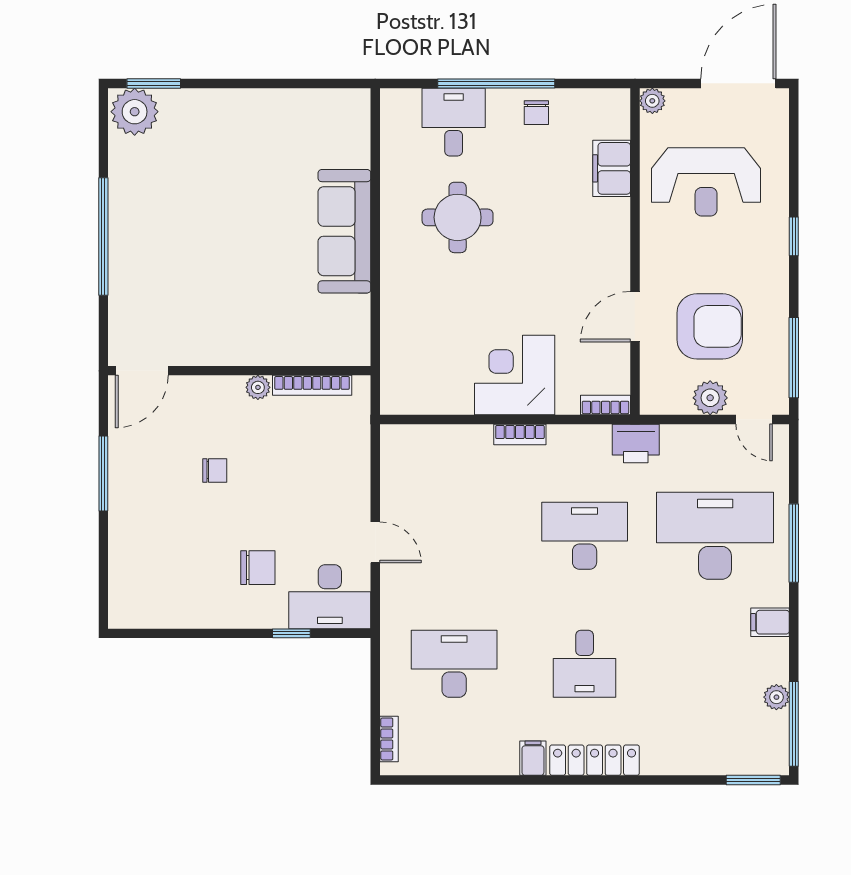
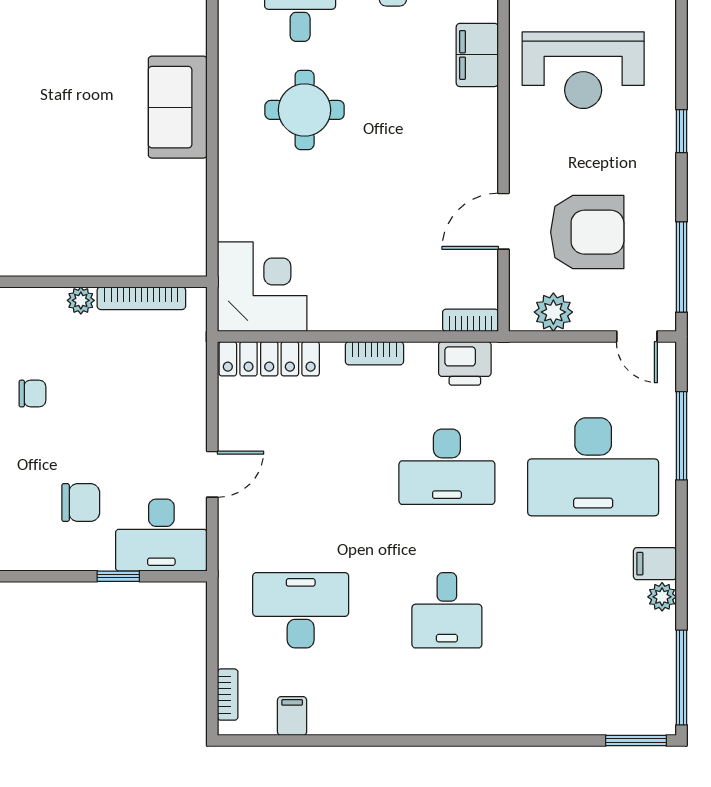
sofa: (344, 231) -> (178, 107), width x0.73
corner desk: (515, 375) -> (262, 287), moved, turned 90
plant: (710, 398) -> (553, 312), moved
printer: (636, 444) -> (465, 363), moved
desk: (585, 536) -> (447, 467), turned 180
desk: (715, 536) -> (593, 467), turned 180
door: (375, 542) -> (212, 474), hinge flipped
window: (794, 543) -> (681, 436), moved
plant: (776, 697) -> (662, 597), moved
filing cabinet: (533, 758) -> (292, 716), moved
locker: (595, 760) -> (269, 359), moved, turned 180

